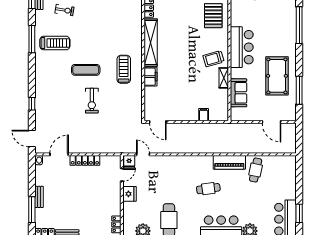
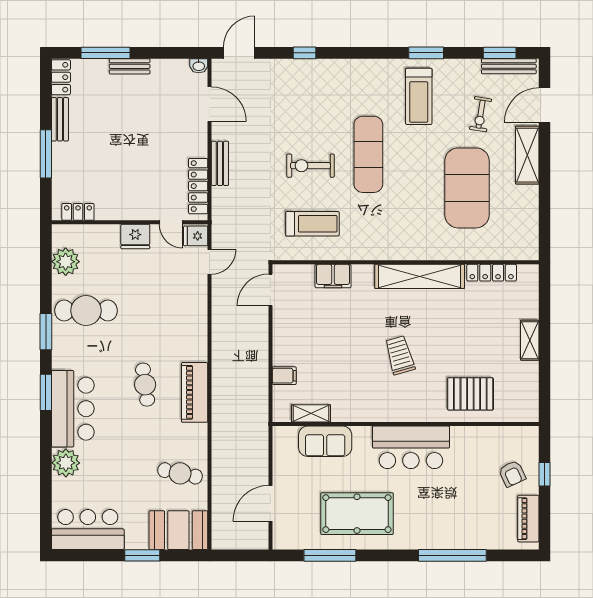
exercise mat: (104, 17) -> (467, 188), added
window: (32, 39) -> (426, 53), width x0.69
trolley: (214, 59) -> (400, 355), moved
treadmill: (124, 69) -> (312, 224), moved
exercise mat: (86, 70) -> (368, 154), width x1.36, depth x1.45
filing cabinet: (151, 77) -> (333, 276), moved
shelving: (224, 78) -> (311, 413), moved
bench: (91, 149) -> (220, 163), added
locker: (85, 160) -> (198, 186), moved
piano: (229, 162) -> (195, 392), moved
booth: (286, 171) -> (178, 530), added
window: (299, 213) -> (142, 555), moved

